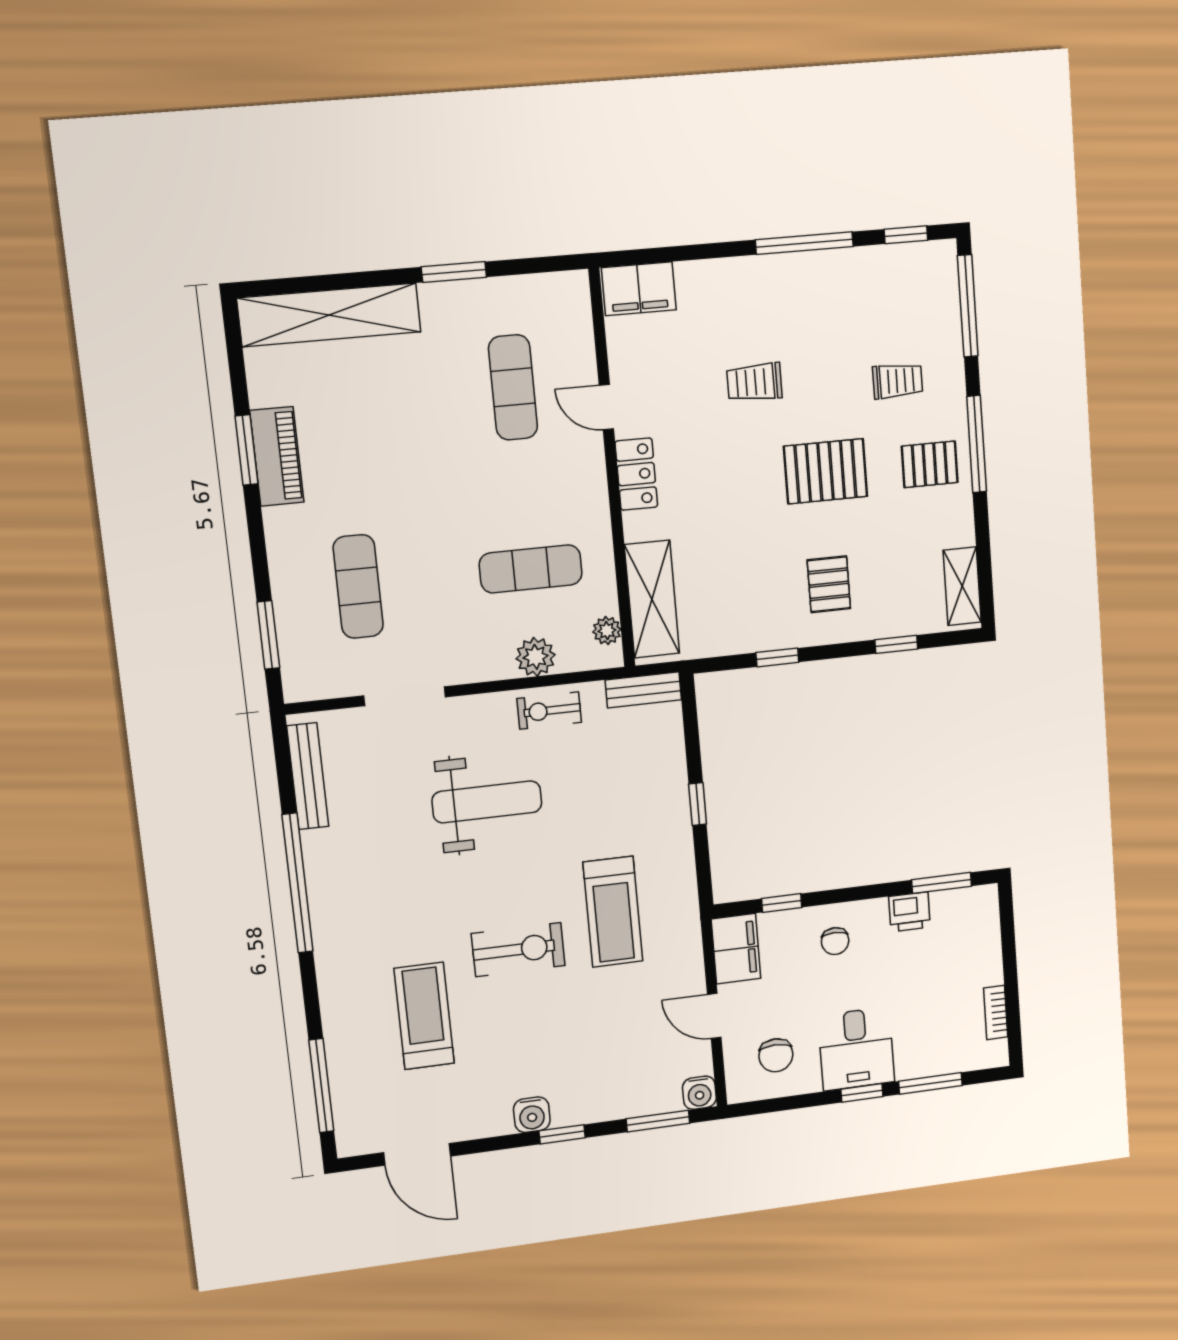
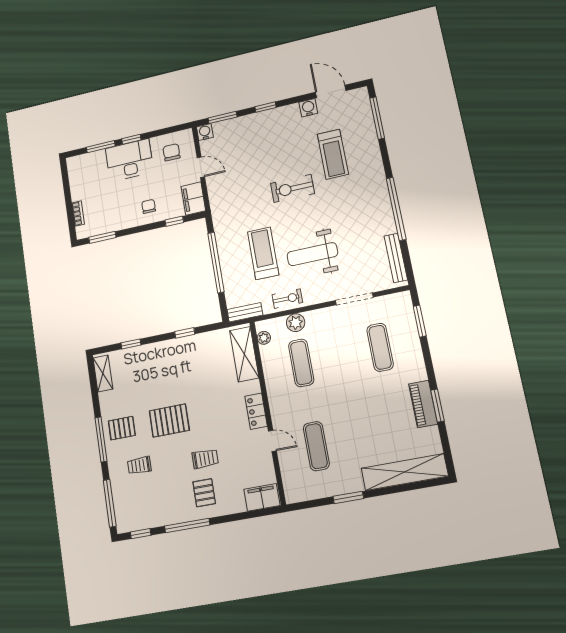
exercise mat: (531, 569) -> (301, 363), turned 90
pallet: (829, 584) -> (204, 493), moved
window: (698, 804) -> (216, 262), width x3.17
treadmill: (613, 912) -> (263, 253), moved
printer: (909, 912) -> (116, 223), removed
bookcase: (996, 1012) -> (78, 214), moved
desk: (856, 1049) -> (129, 160), width x1.37
water cooler: (532, 1115) -> (308, 108), moved

